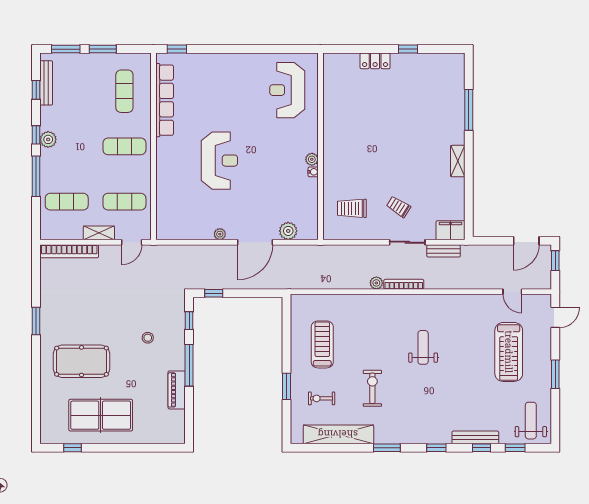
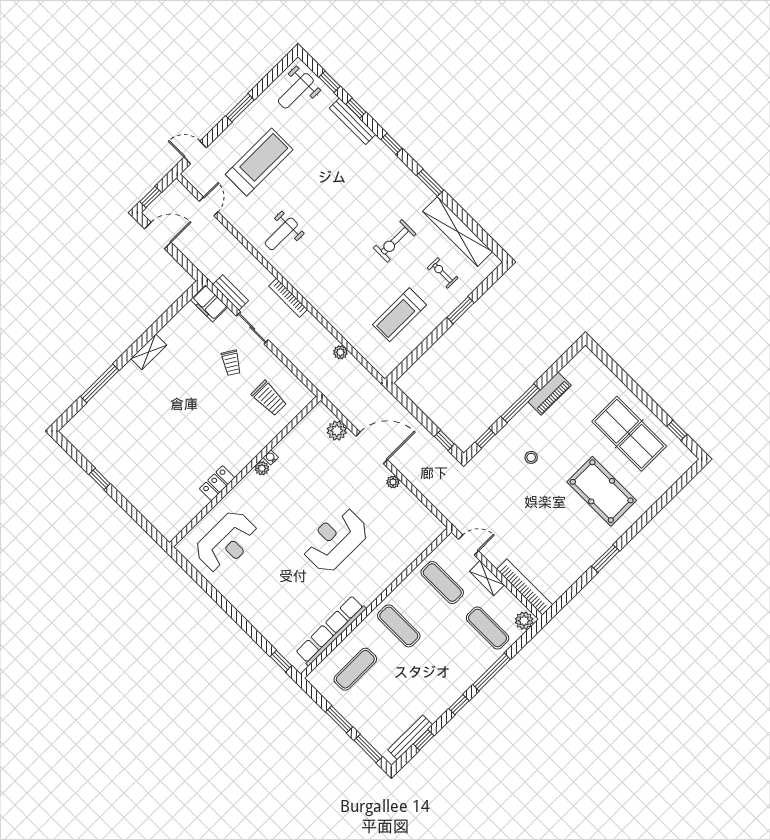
locker: (375, 61) -> (217, 483), moved, turned -90
plant: (48, 139) -> (524, 621), moved
plant: (376, 283) -> (340, 352), moved
weight bench: (423, 347) -> (281, 234), moved
exercise bike: (322, 398) -> (443, 273), turned 180

